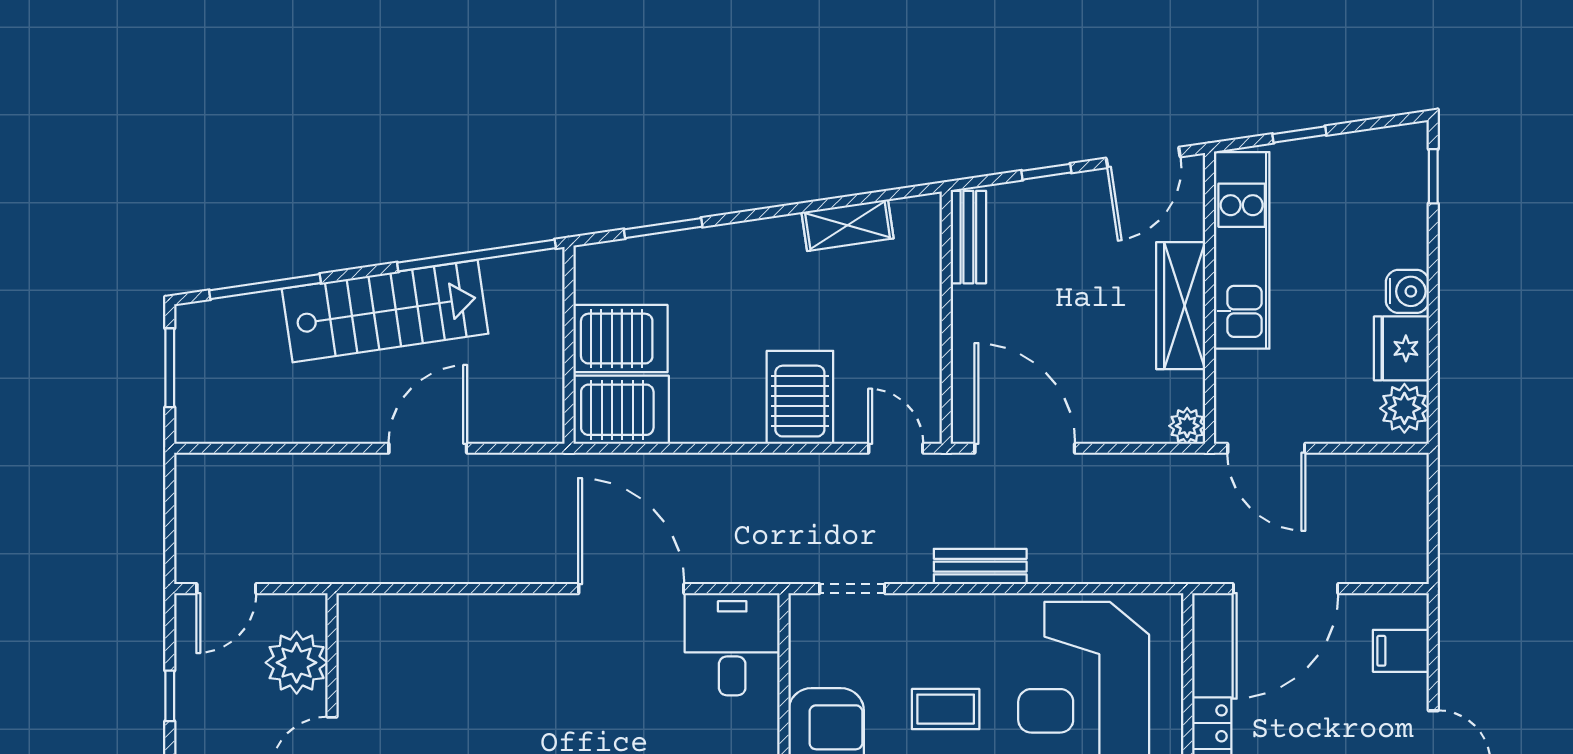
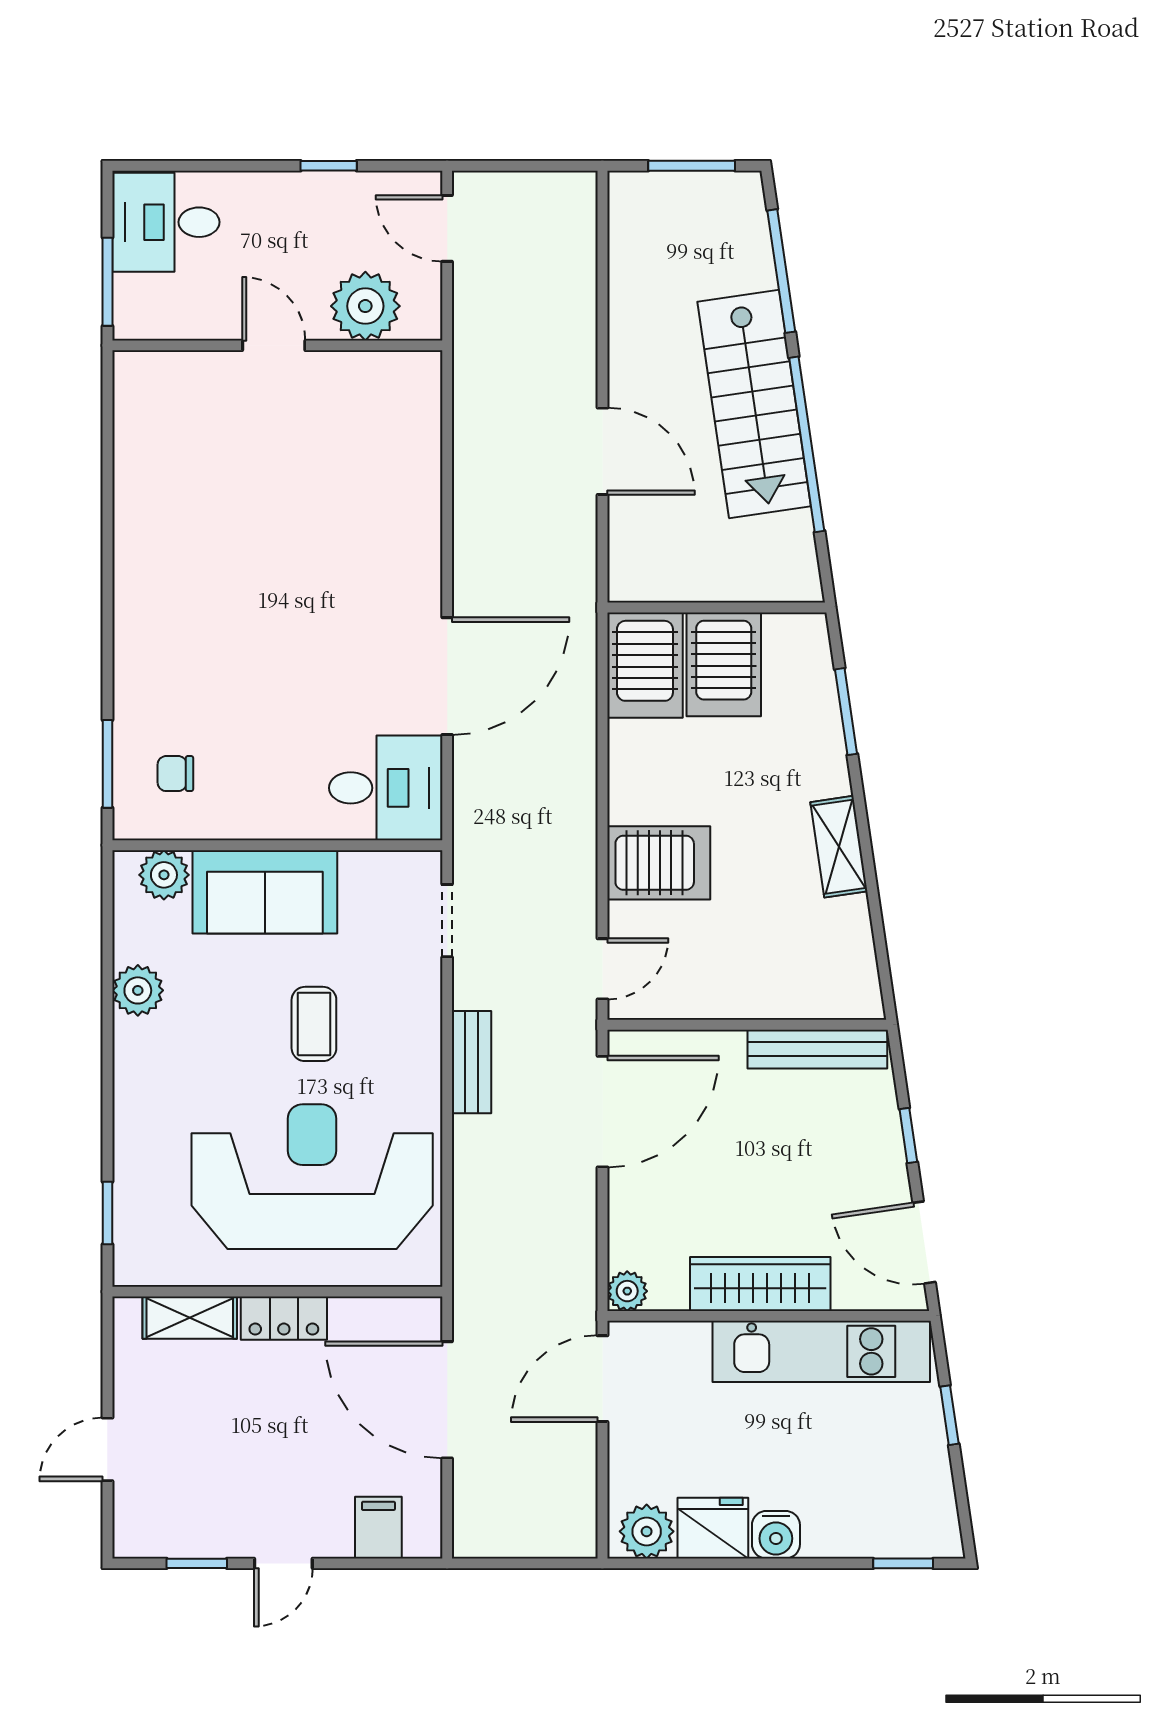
shelving: (848, 225) -> (839, 847), moved
bench: (968, 237) -> (817, 1049), width x1.36
window: (477, 255) -> (807, 444), moved

